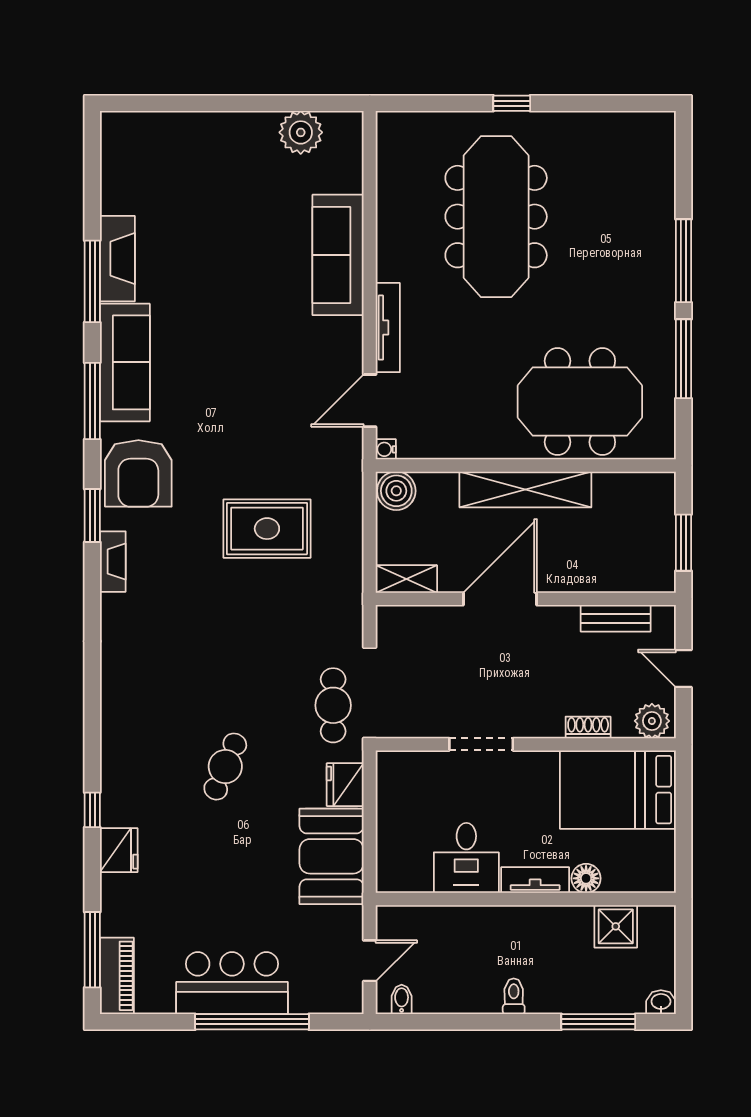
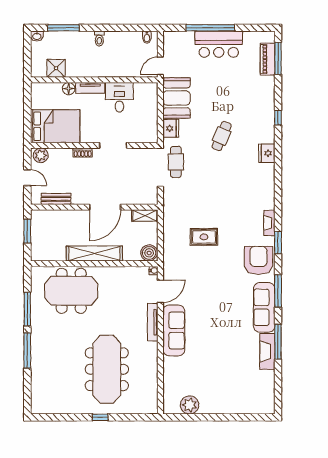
sofa: (338, 255) -> (174, 330), moved
rug: (267, 529) -> (204, 237), width x0.73, depth x0.70
shoe rack: (588, 727) -> (83, 153), moved
fridge: (119, 850) -> (267, 153), moved
door: (370, 961) -> (160, 66), moved
piano: (117, 976) -> (268, 59), moved

